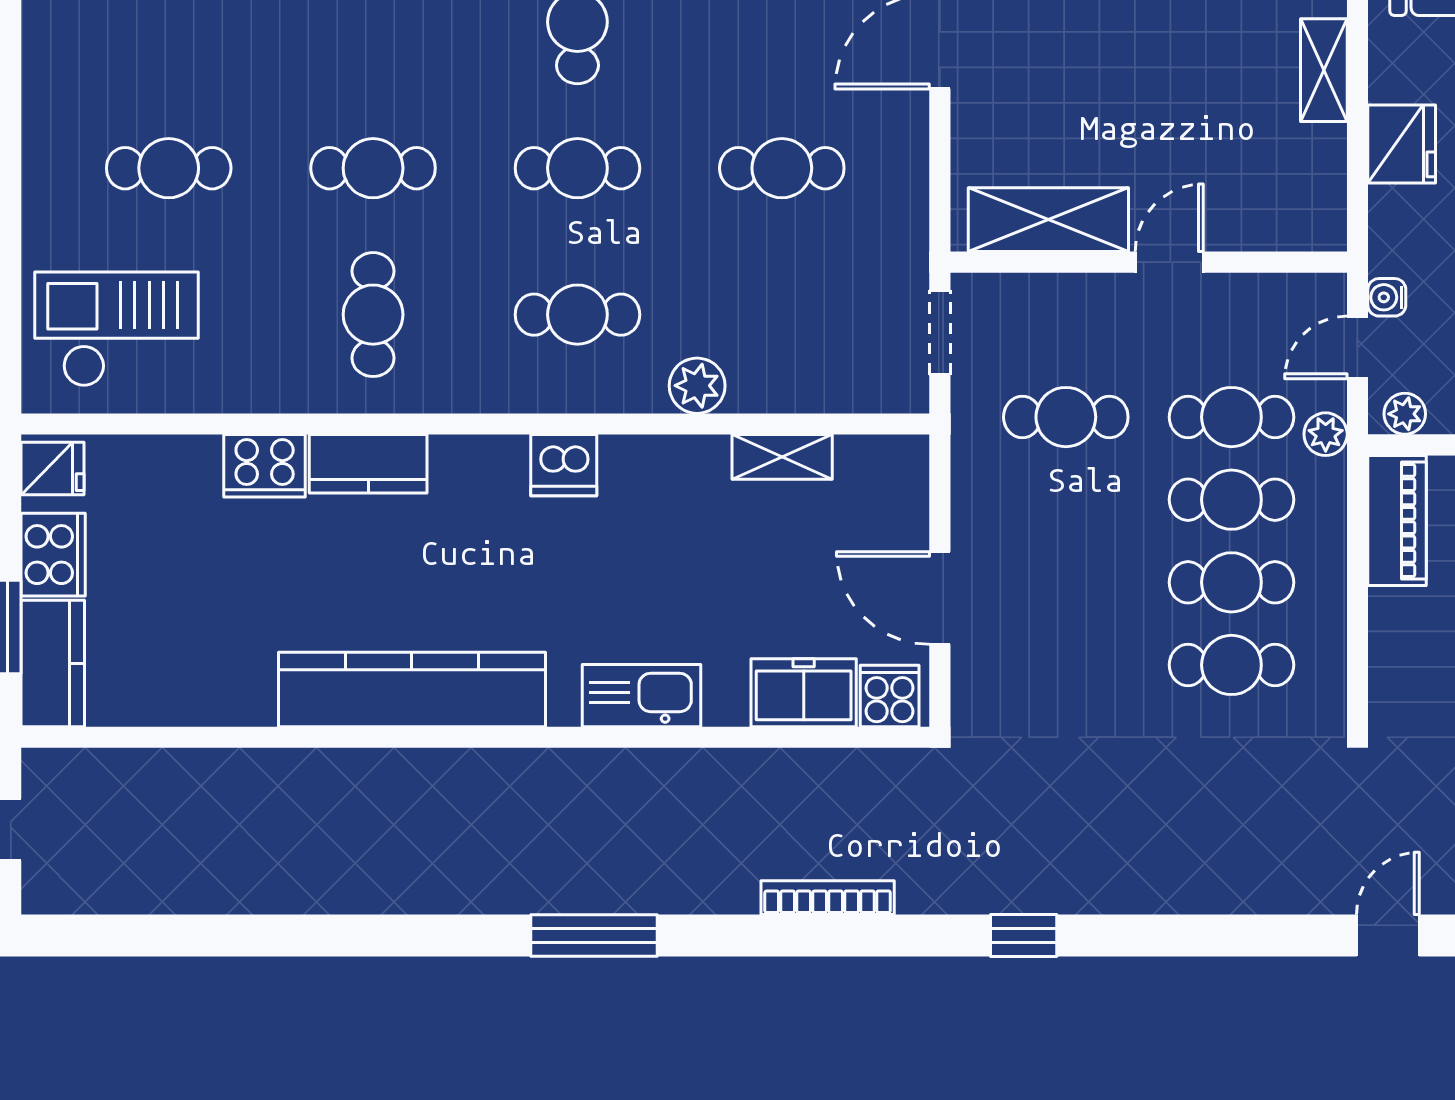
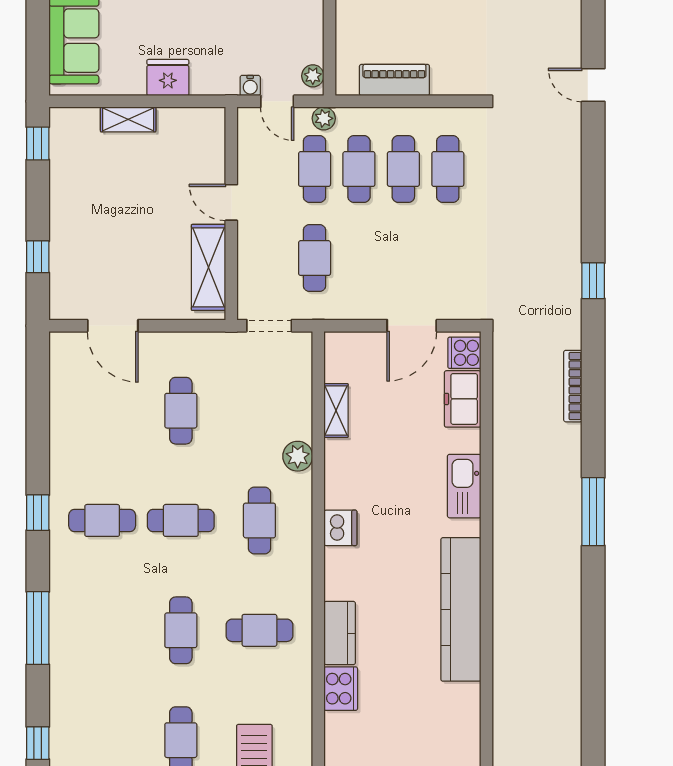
cafe table: (577, 168) -> (181, 520), turned 90
piano: (1397, 520) -> (394, 80), moved

